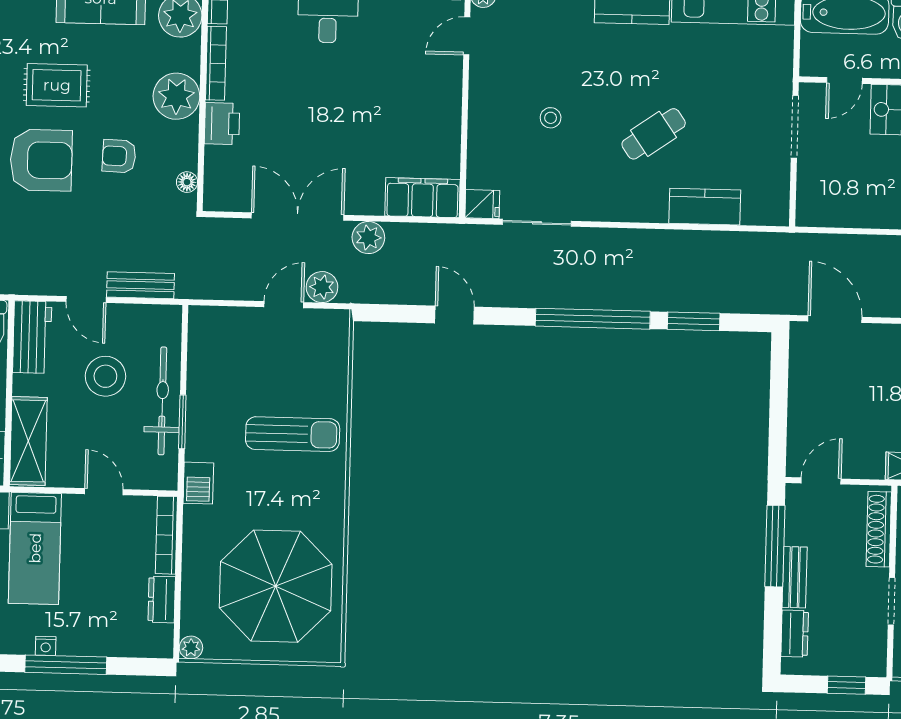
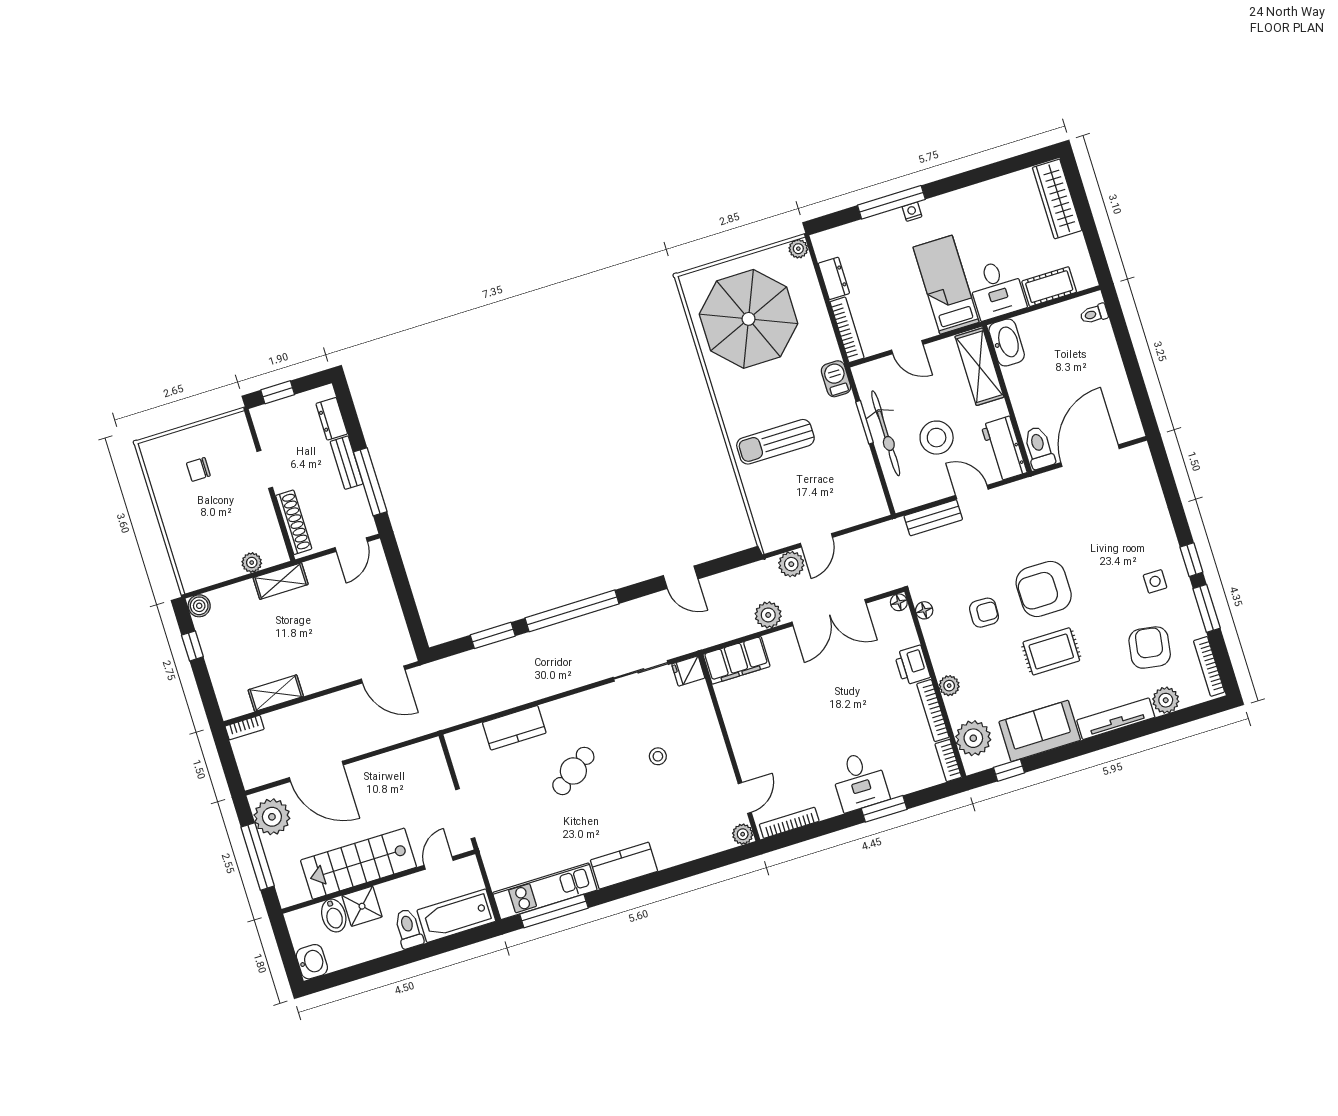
plant: (176, 96) -> (949, 686), width x0.53, depth x0.53
floor lamp: (213, 201) -> (899, 602), added

